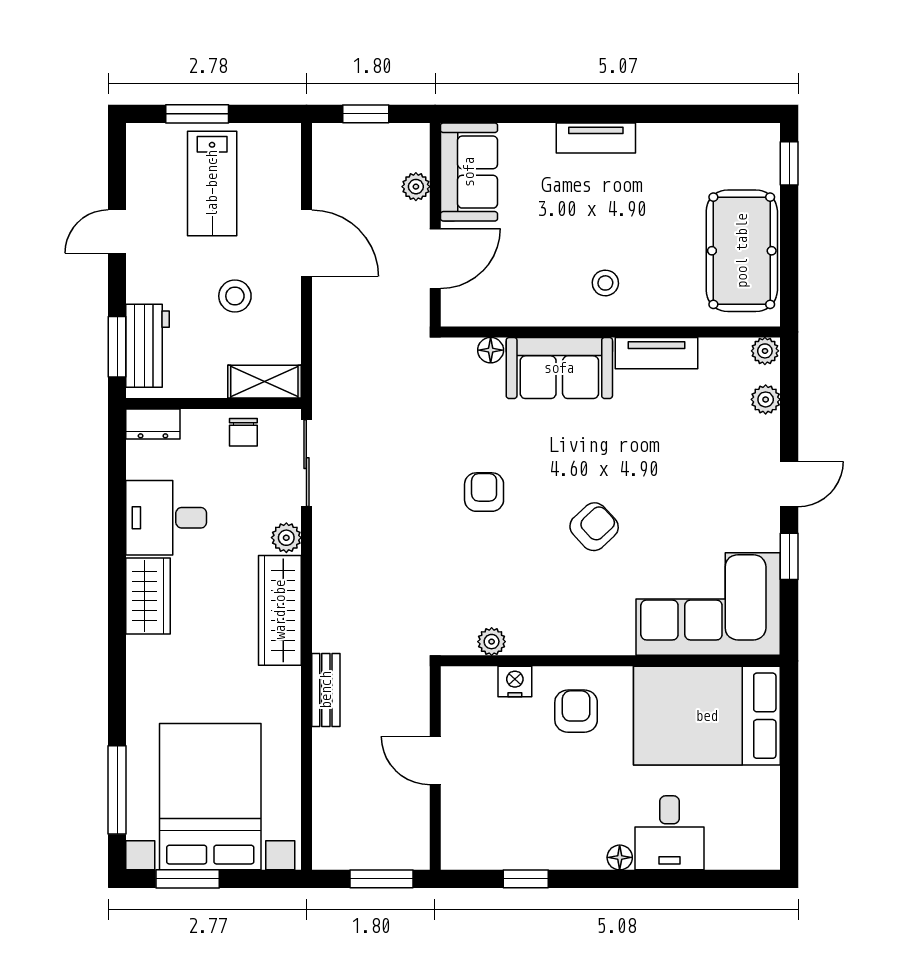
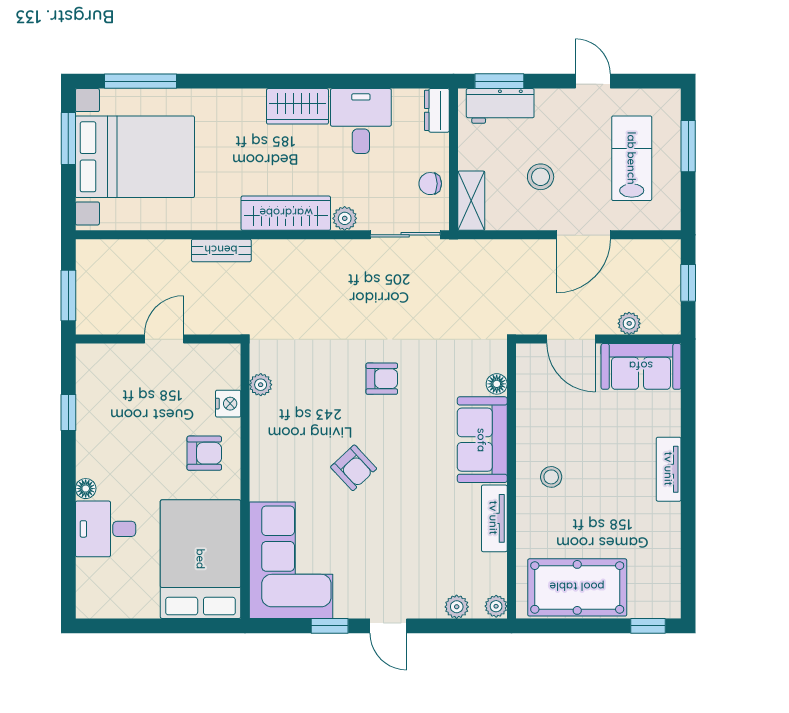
lab bench: (212, 184) -> (632, 158), turned 90

